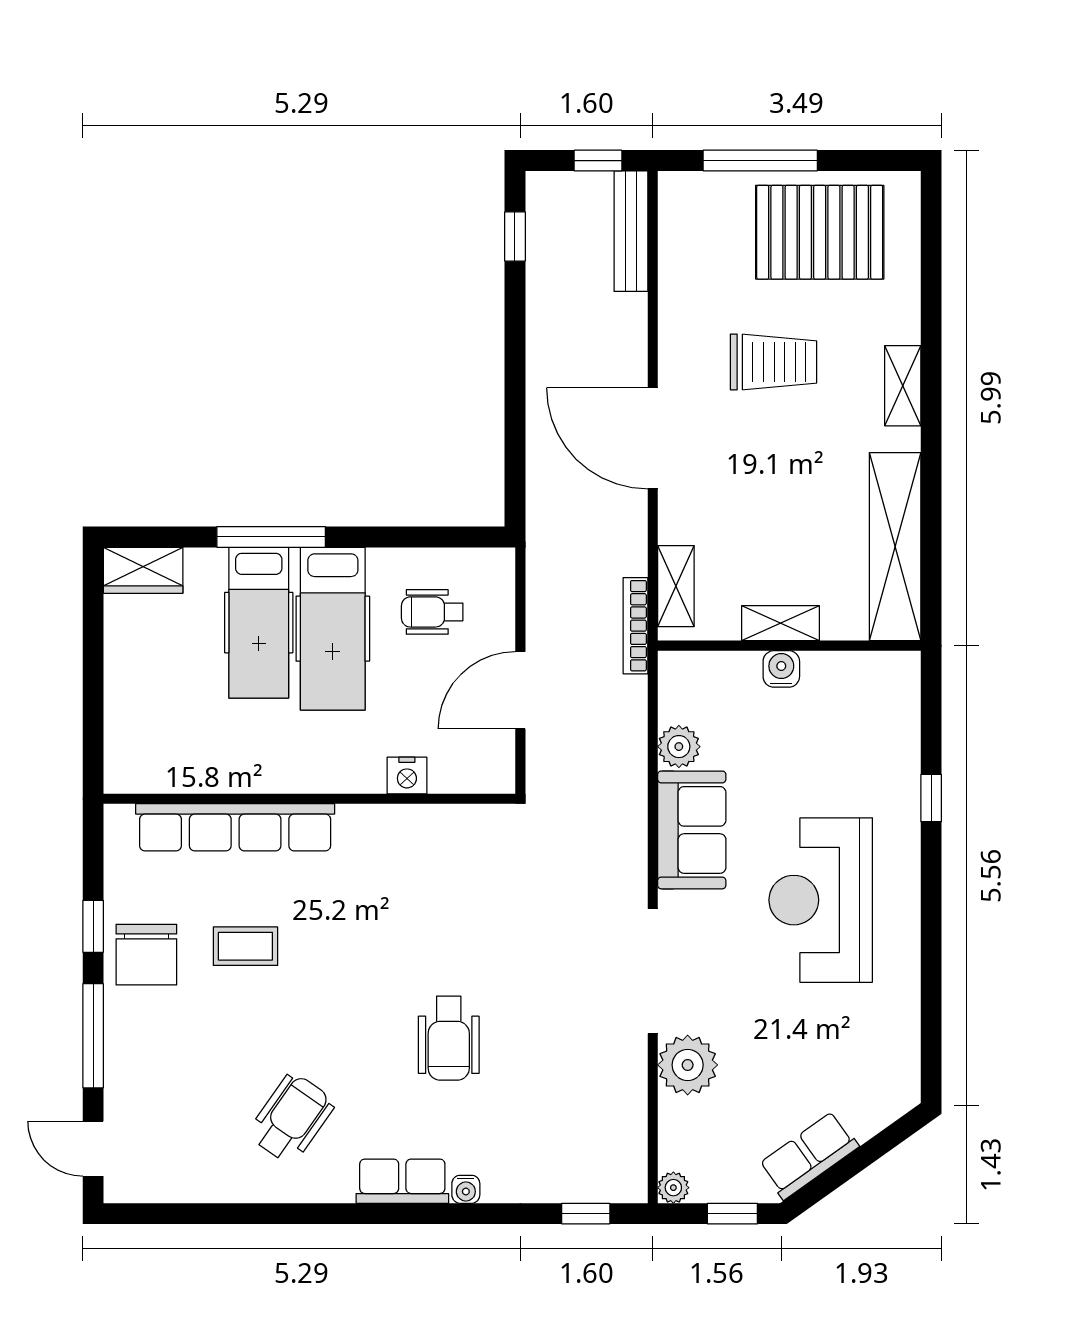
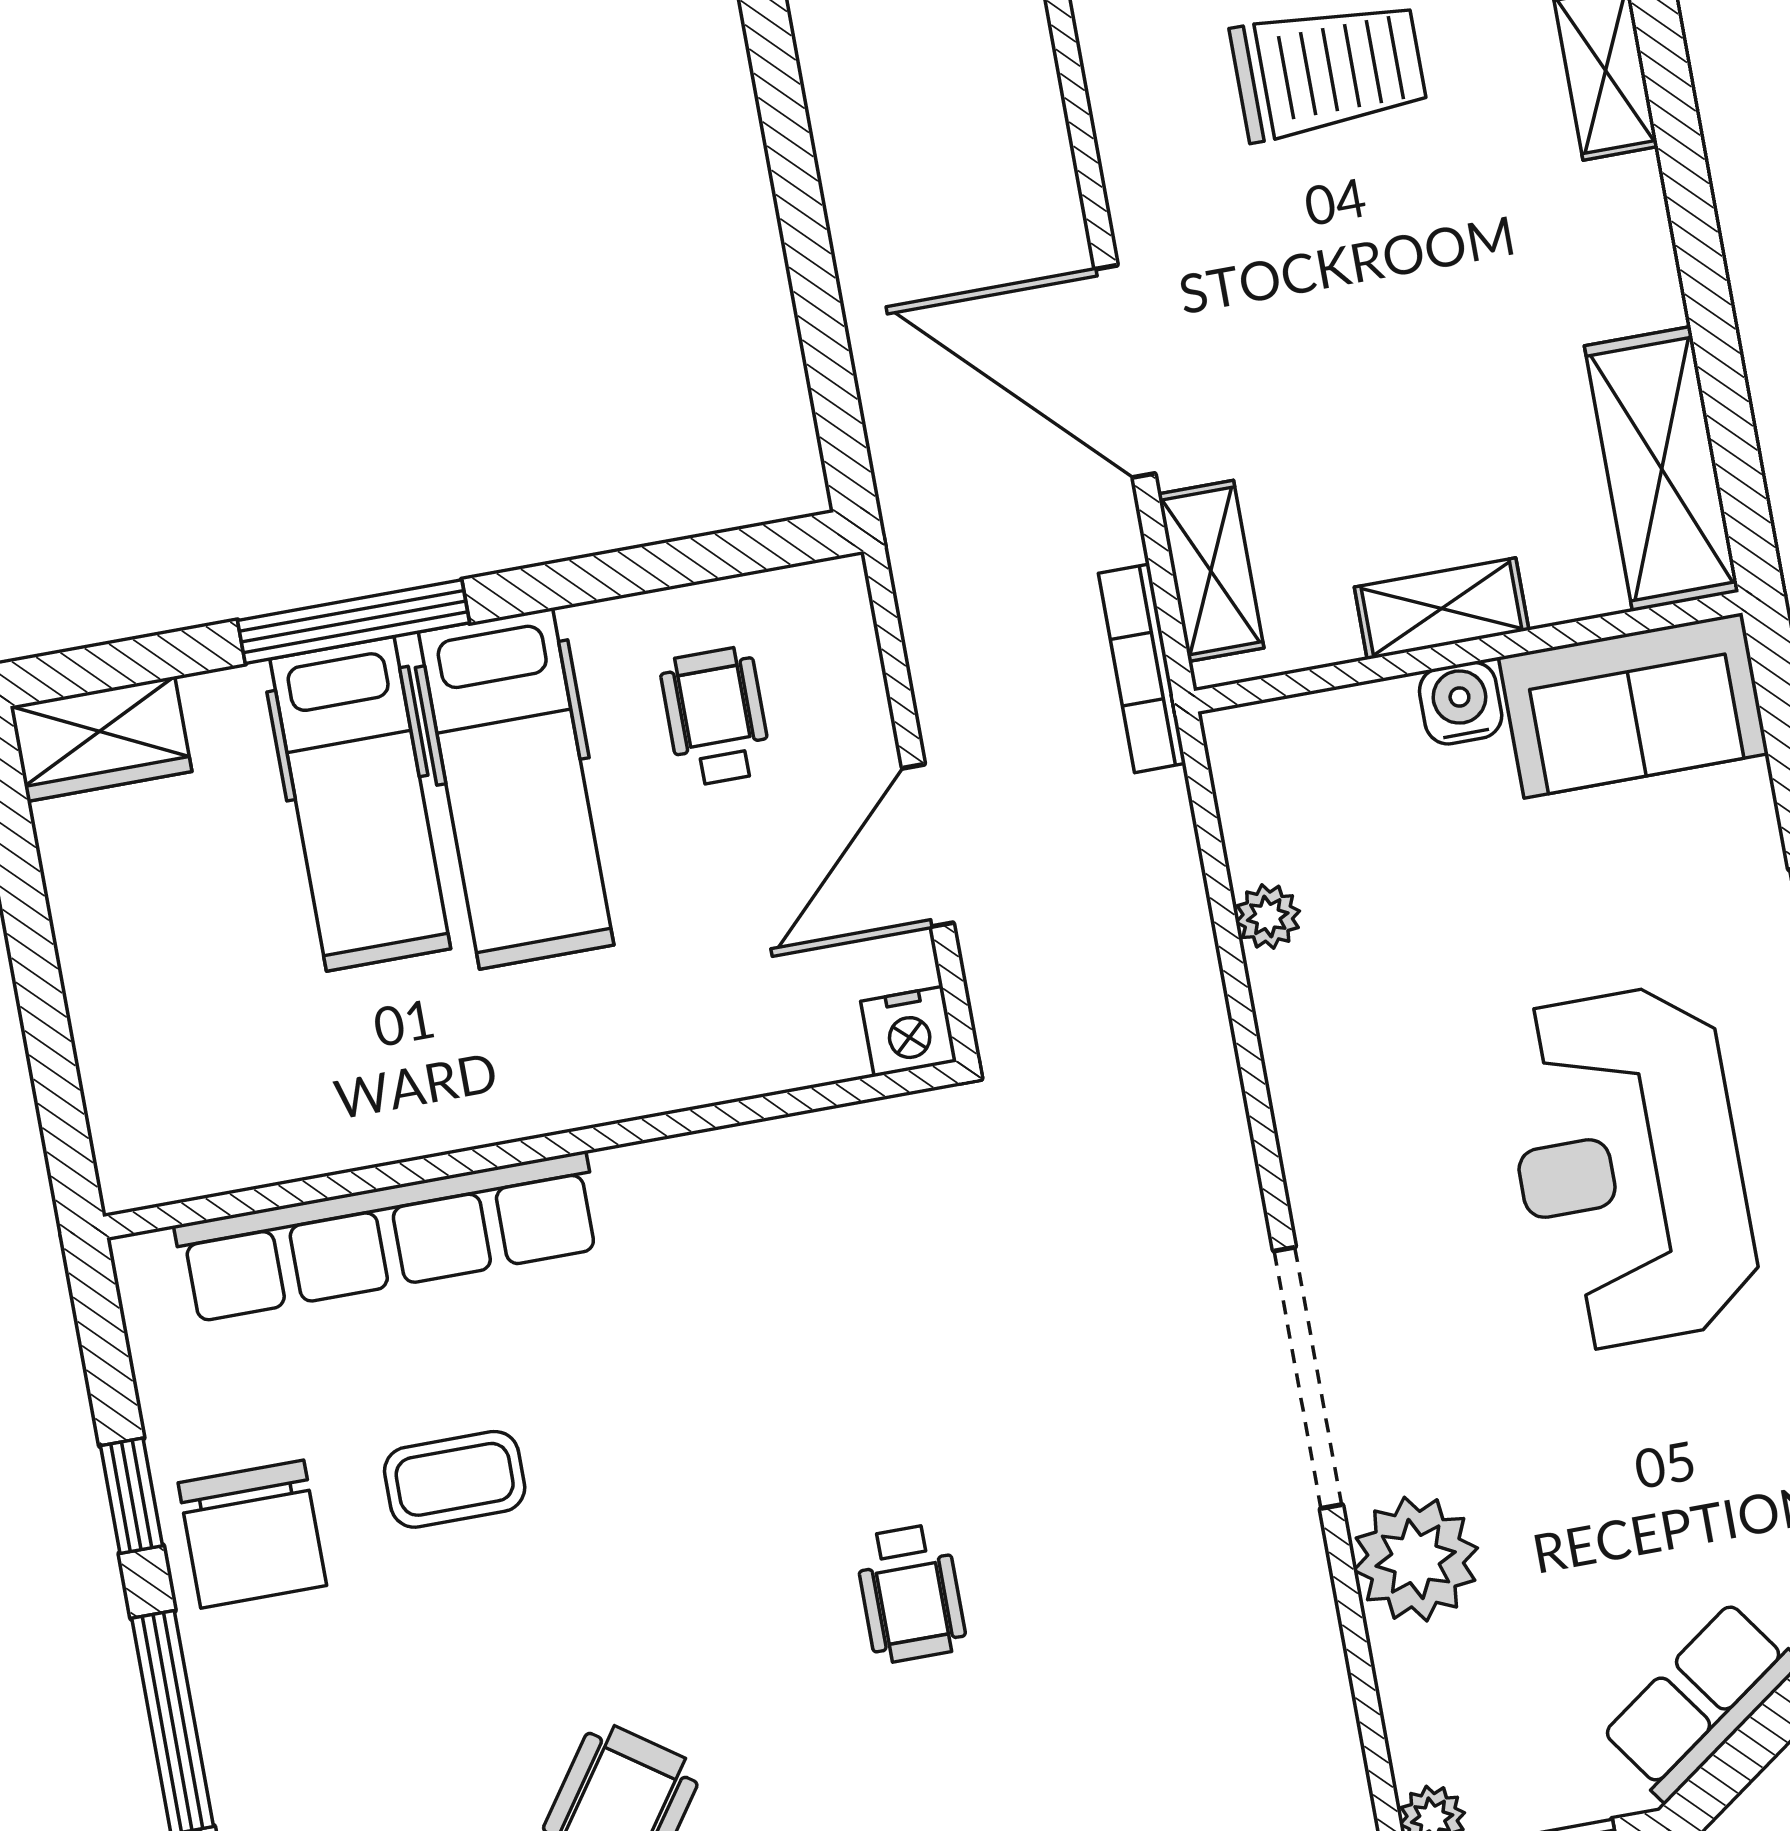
door: (653, 438) -> (1125, 371), moved
shelving: (895, 547) -> (1662, 469), width x0.68
wheelchair: (432, 612) -> (716, 716), turned 90
plant: (679, 747) -> (1268, 917), width x0.73, depth x0.73
nightstand: (407, 776) -> (909, 1031), moved
sofa: (692, 830) -> (1633, 705), moved, turned 90
wheelchair: (449, 1038) -> (910, 1593), width x0.73, depth x0.73

